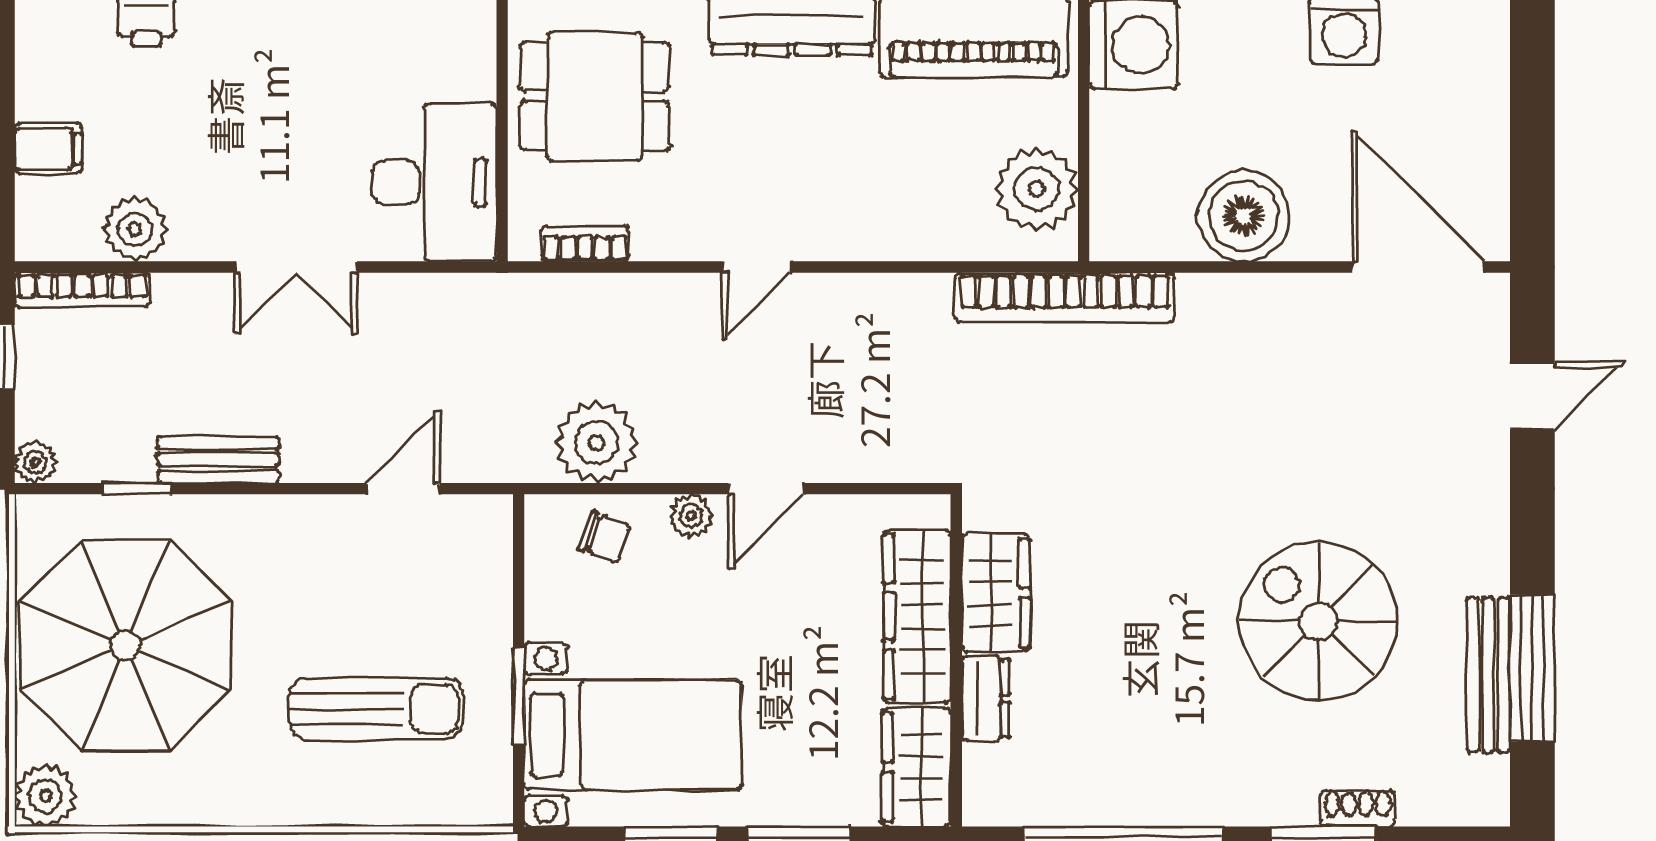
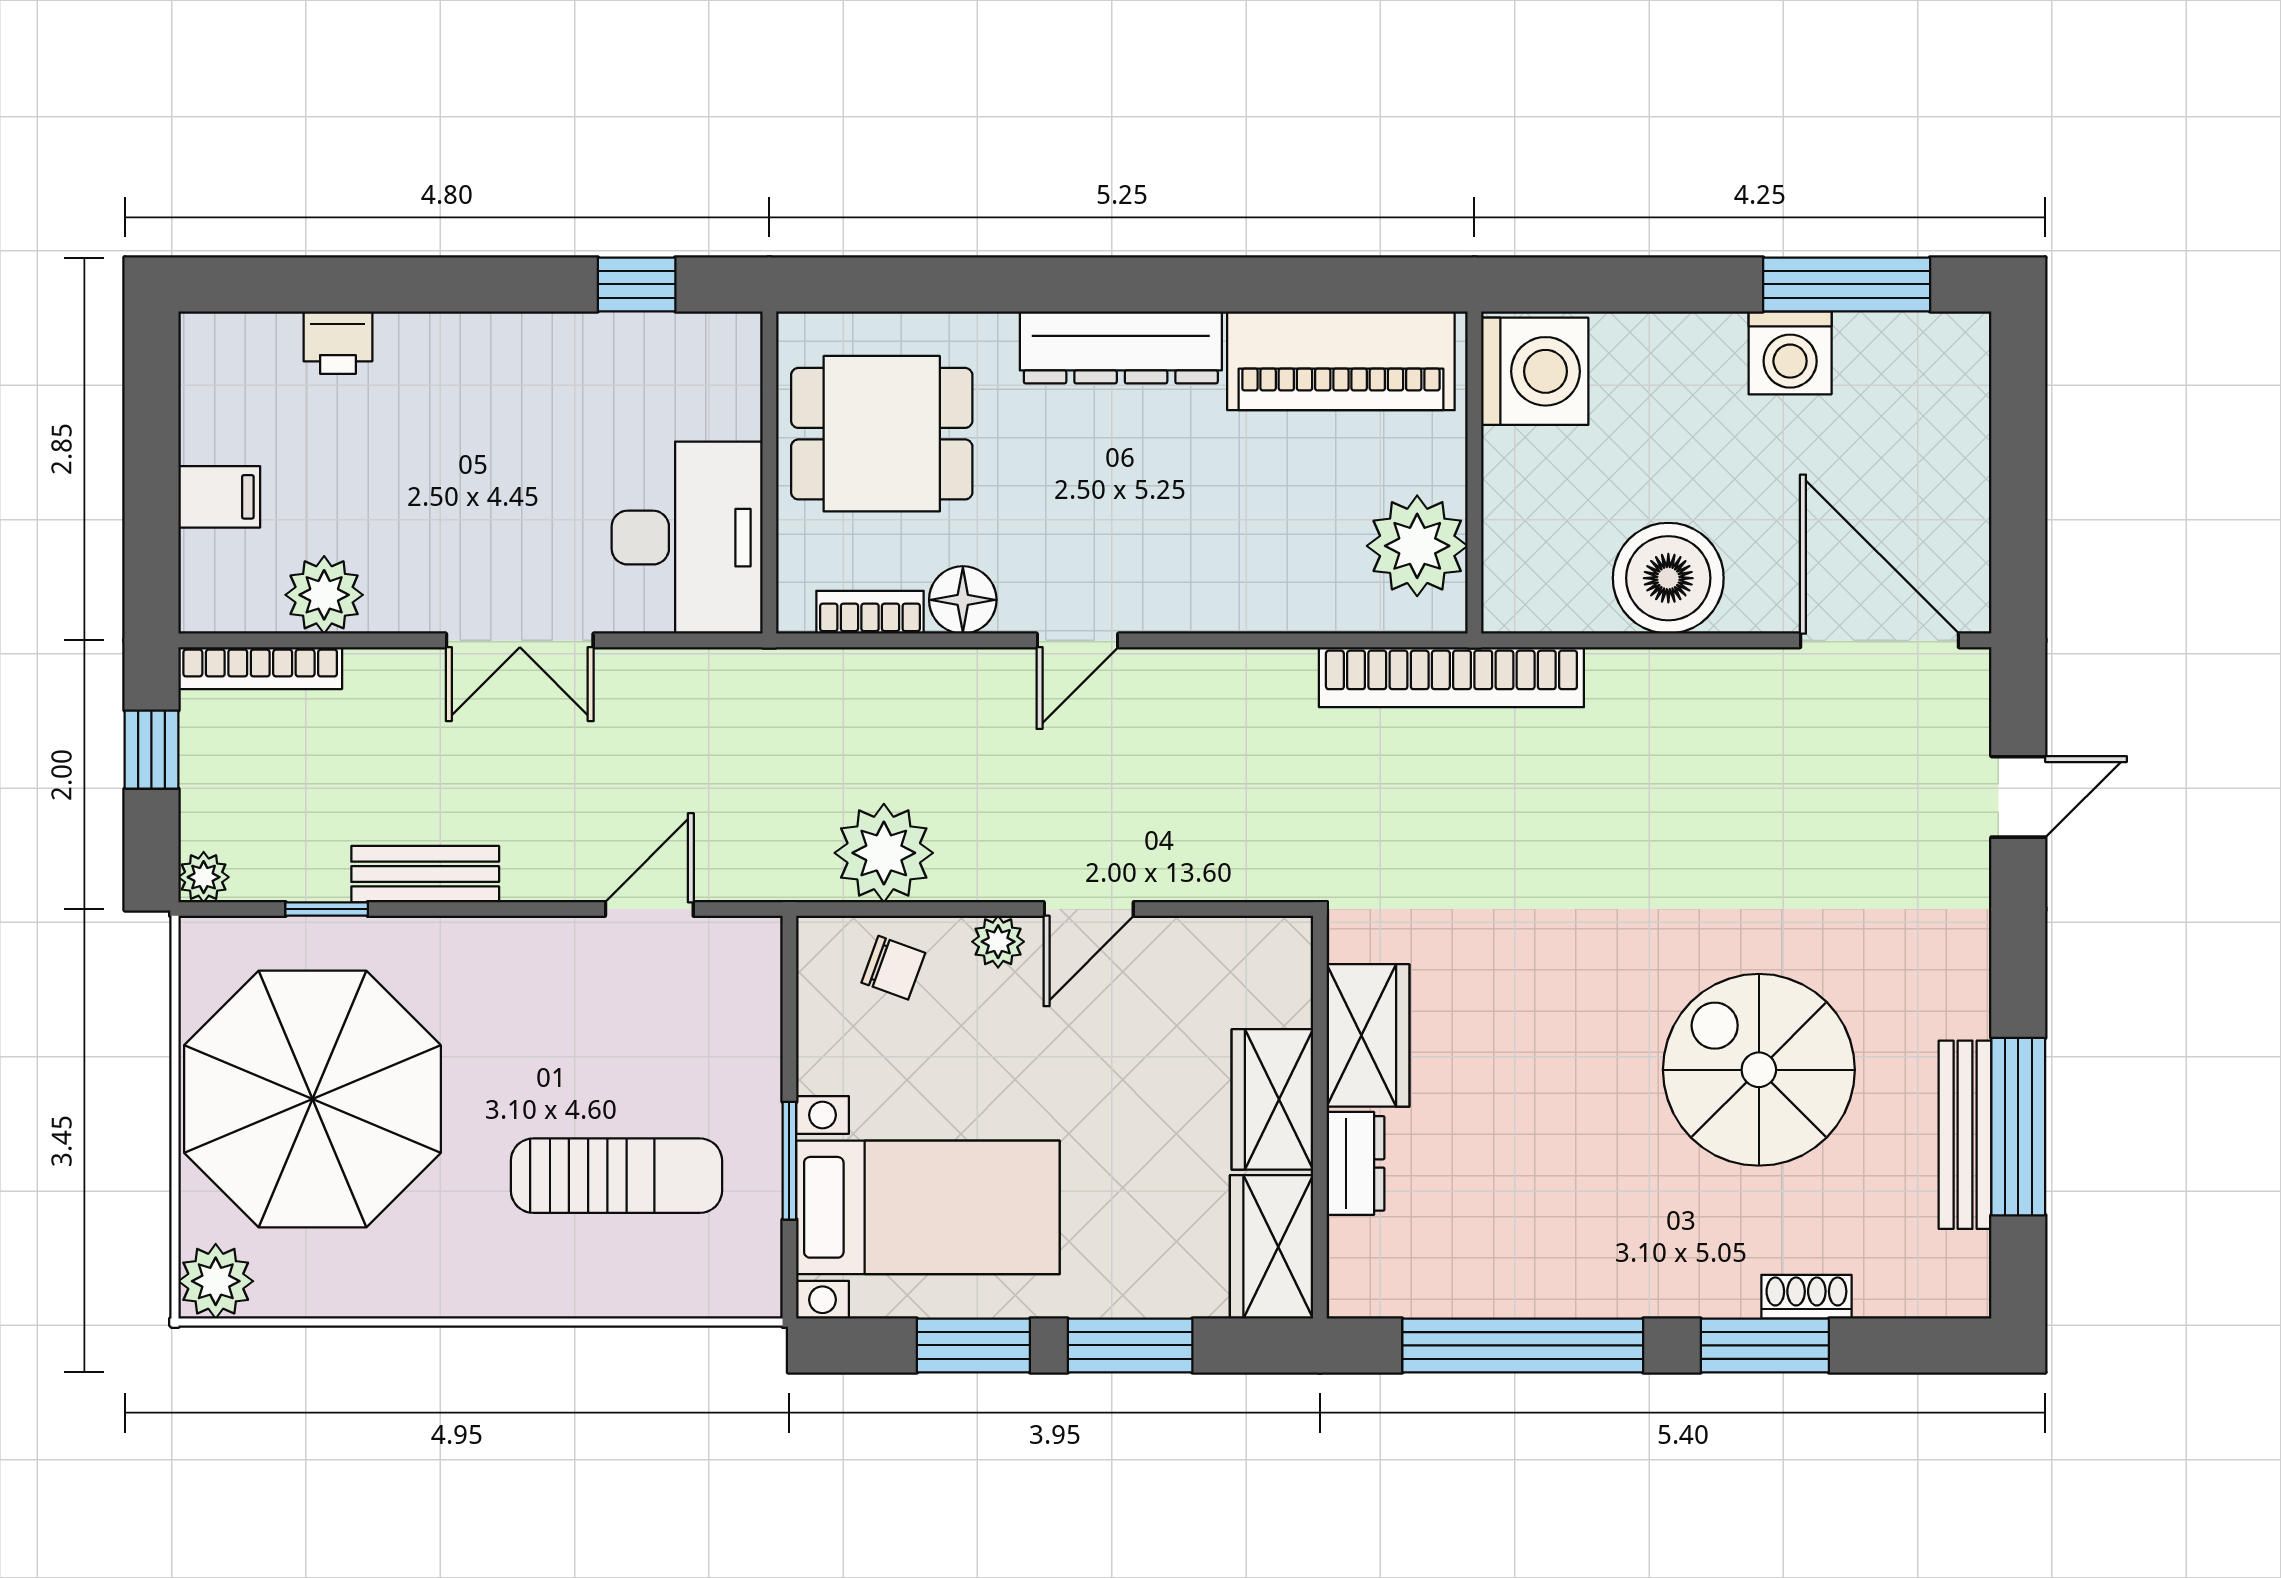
floor lamp: (662, 234) -> (963, 600), added
wardrobe: (917, 617) -> (1272, 1099), width x0.67

